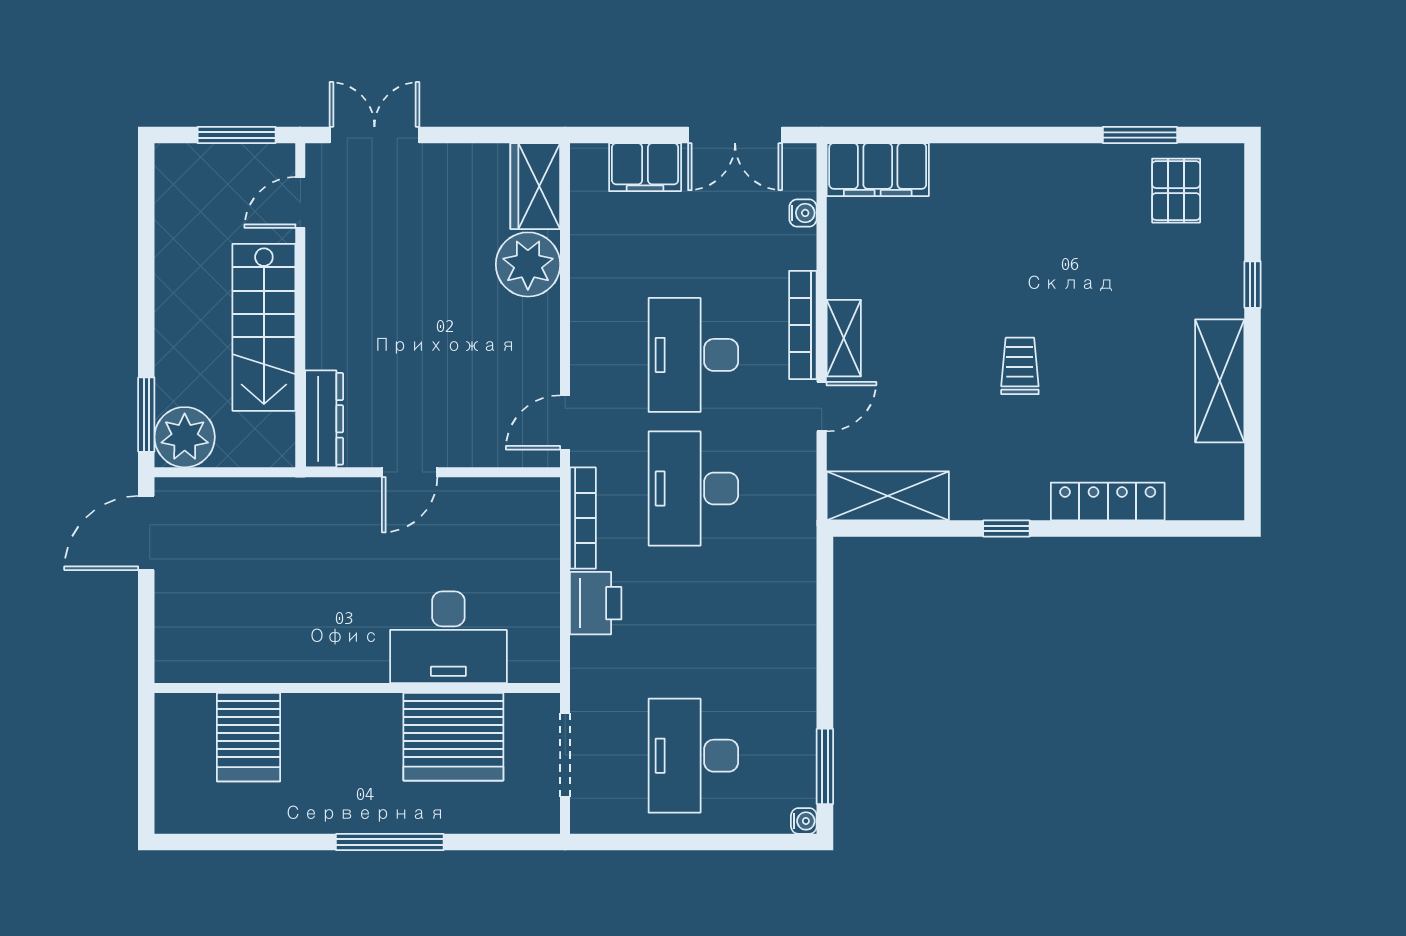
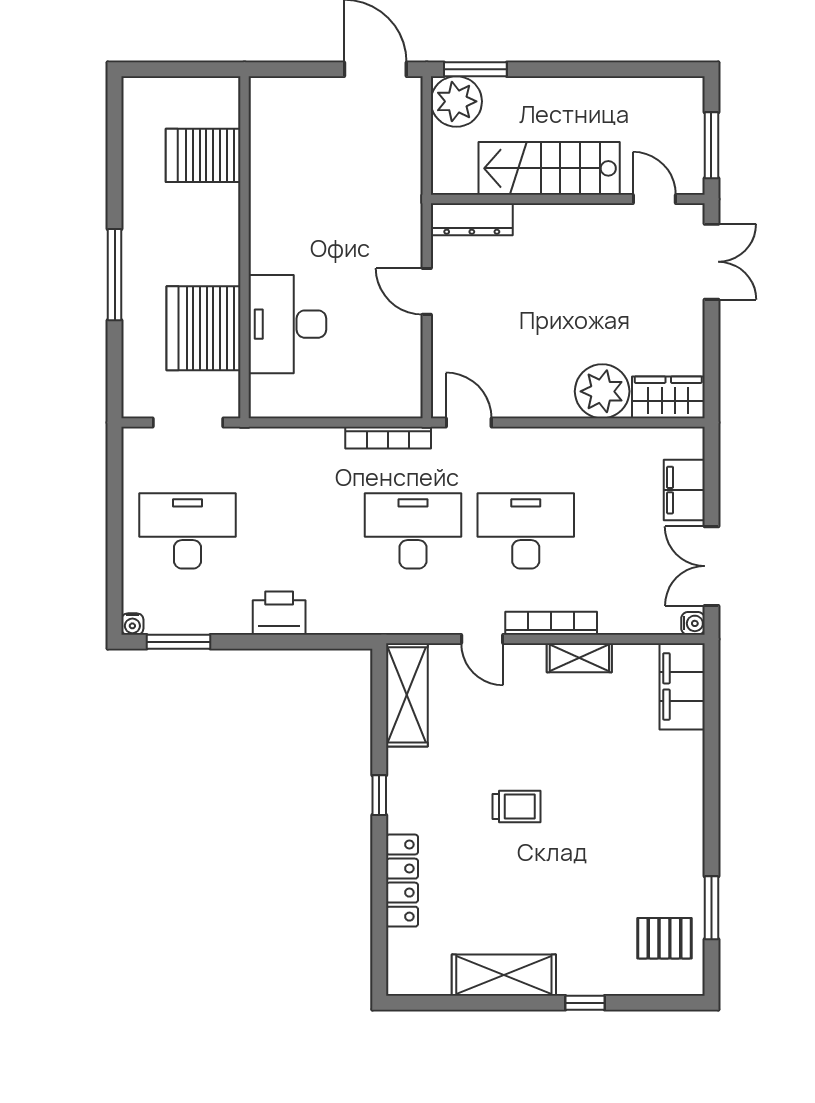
water cooler: (803, 213) -> (693, 623), moved, turned -90
shelving: (844, 338) -> (579, 658), moved
printer: (596, 603) -> (279, 613), moved, turned 180

